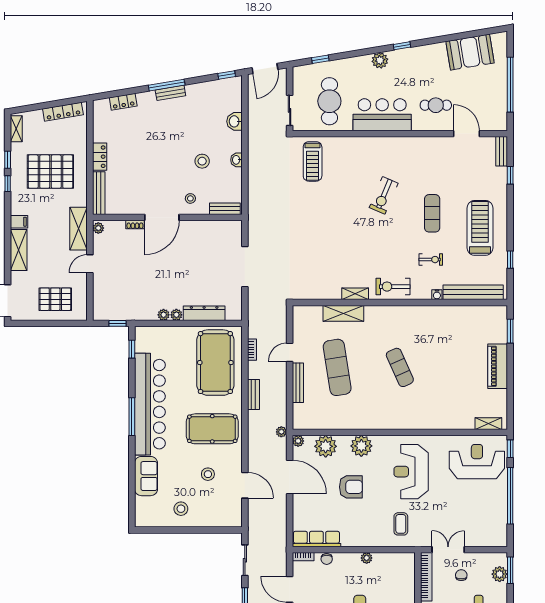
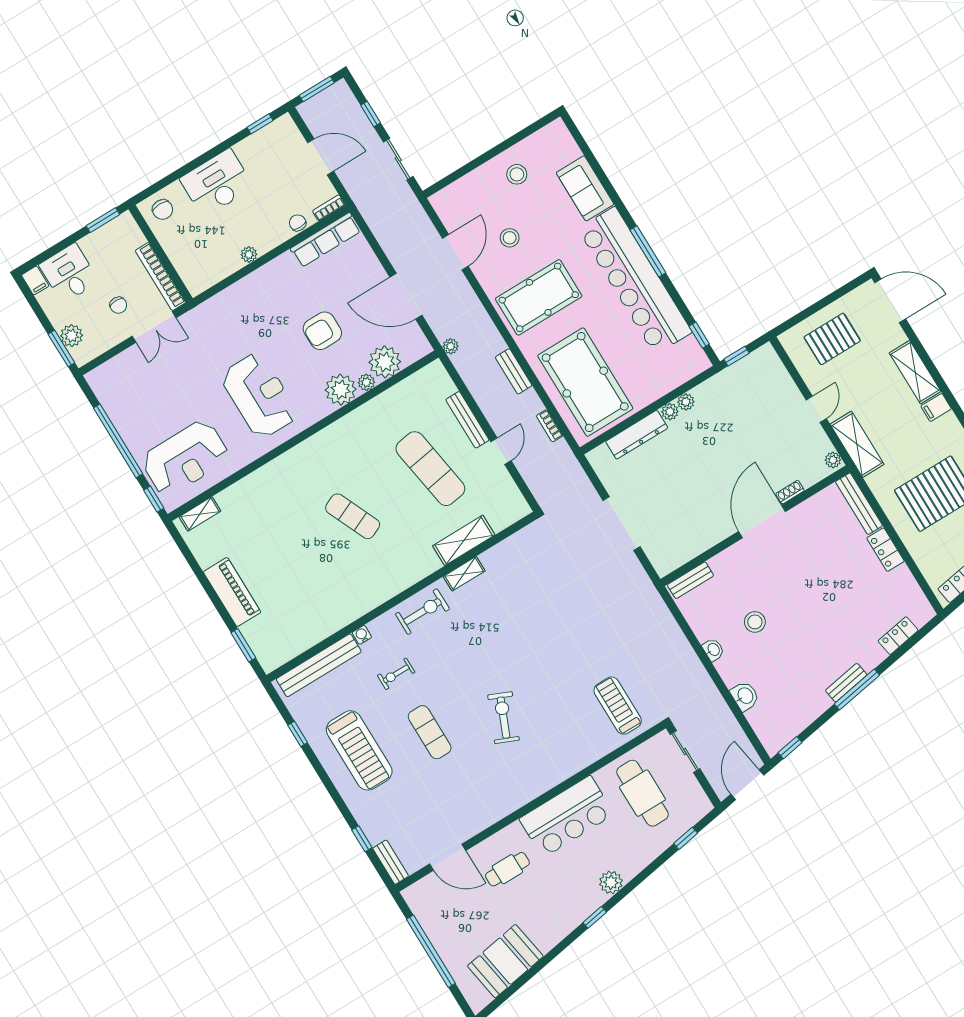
stool: (190, 198) -> (741, 567), removed
plant: (298, 441) -> (366, 382), moved
door: (245, 485) -> (455, 252), swing flipped
coffee table: (401, 524) -> (232, 323), removed

